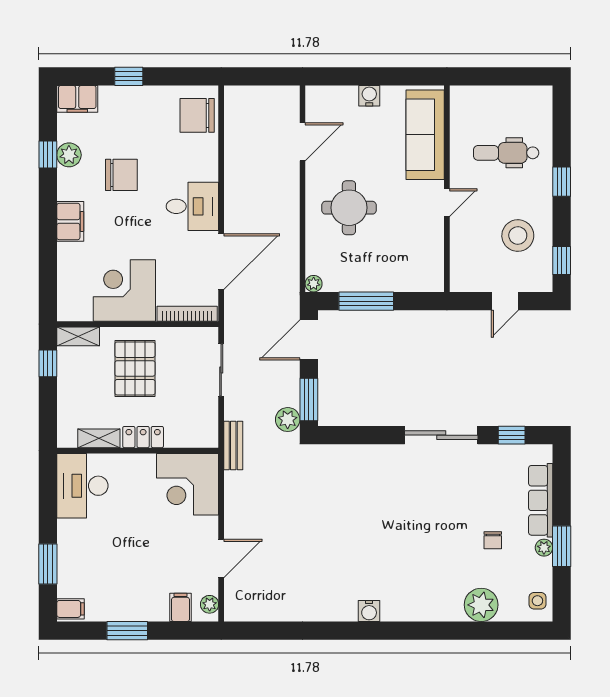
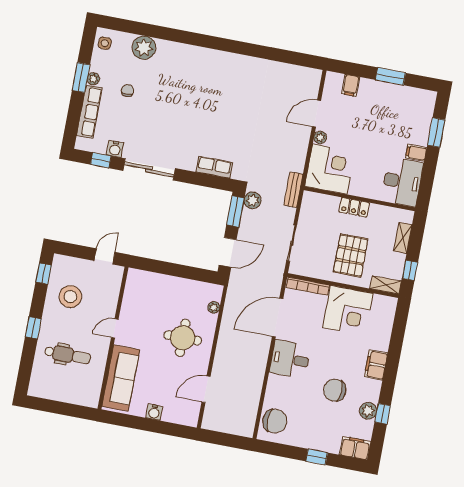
plant: (314, 284) -> (214, 307), moved
window: (366, 301) -> (183, 271), removed
door: (505, 301) -> (105, 256), moved
shelving: (99, 438) -> (403, 238), moved, turned 90
row of seats: (350, 456) -> (214, 167), added
plant: (210, 604) -> (320, 137), moved
filing cabinet: (71, 609) -> (416, 153), moved
water cooler: (369, 611) -> (115, 149), moved, turned 180

